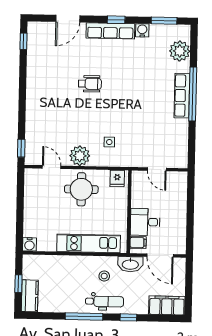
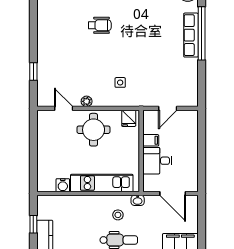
window: (21, 148) -> (33, 72), moved
plant: (80, 156) -> (87, 101), width x0.53, depth x0.53
door: (157, 169) -> (168, 108), hinge flipped
filing cabinet: (138, 242) -> (151, 140), moved
water cooler: (30, 244) -> (63, 185), moved
washbasin: (130, 264) -> (138, 200), width x0.52, depth x0.69

